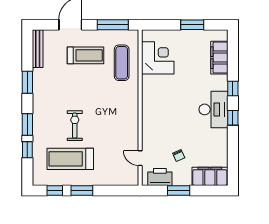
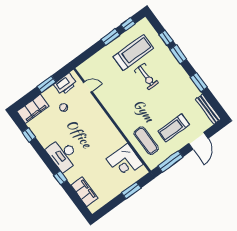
window: (192, 25) -> (131, 190), moved
window: (233, 118) -> (29, 135), moved

